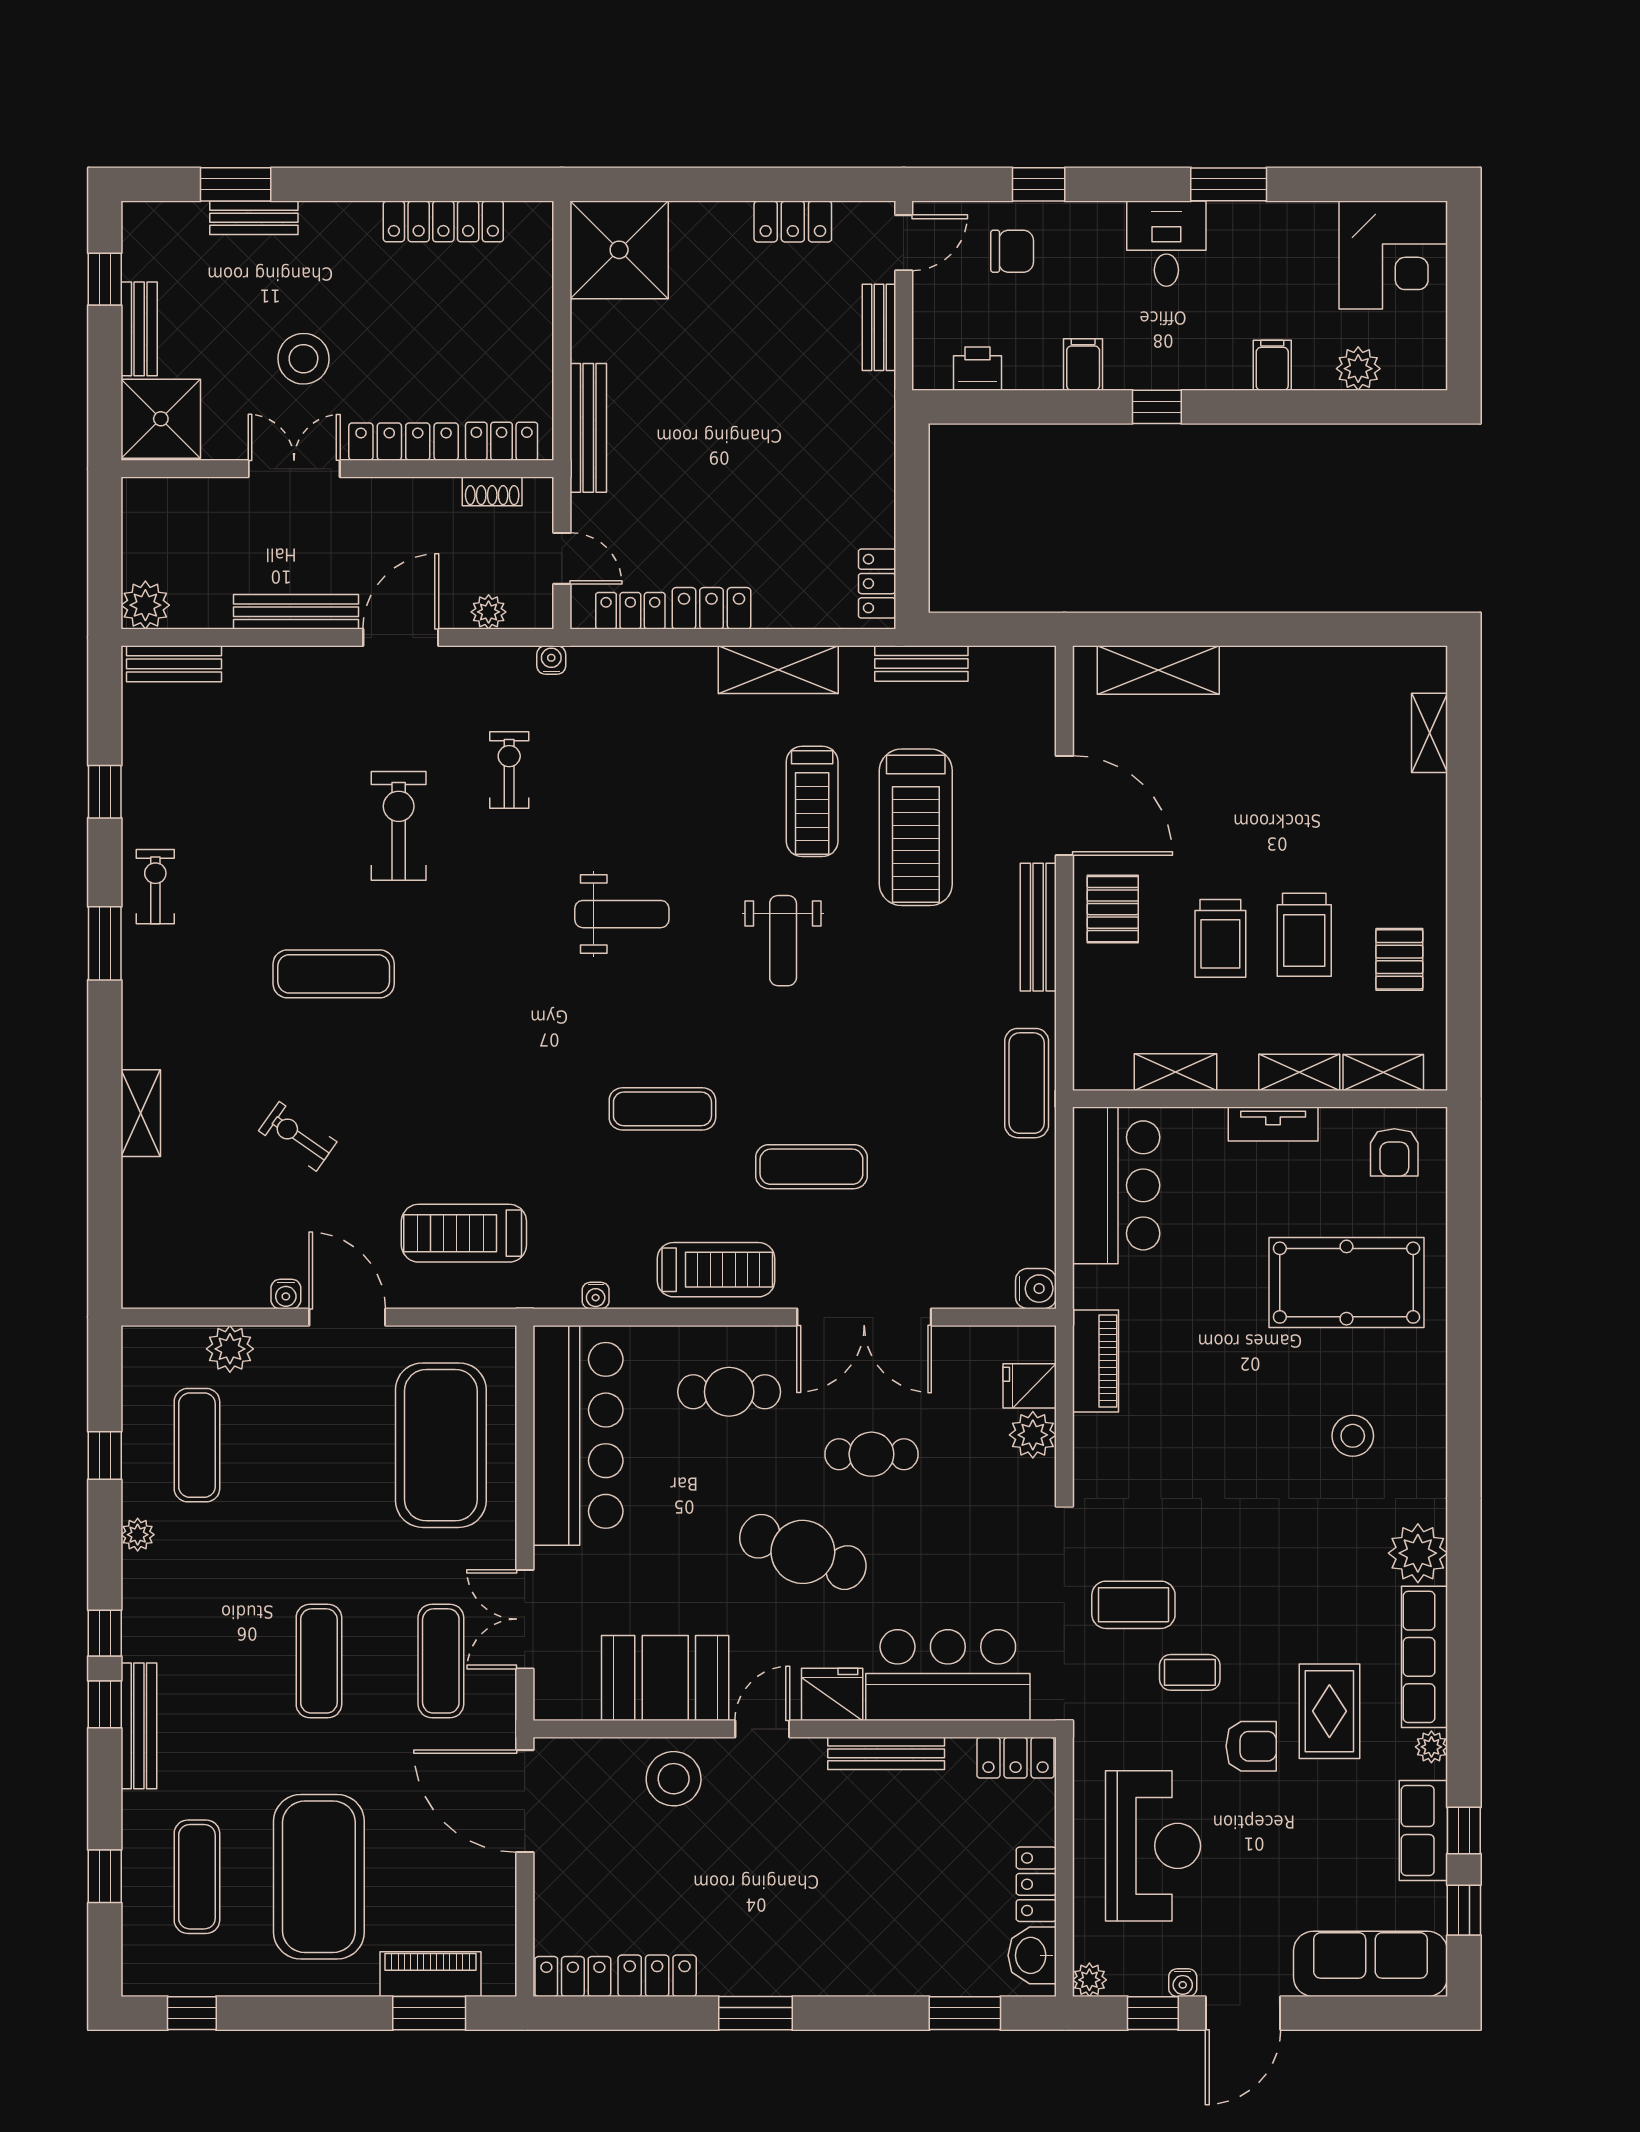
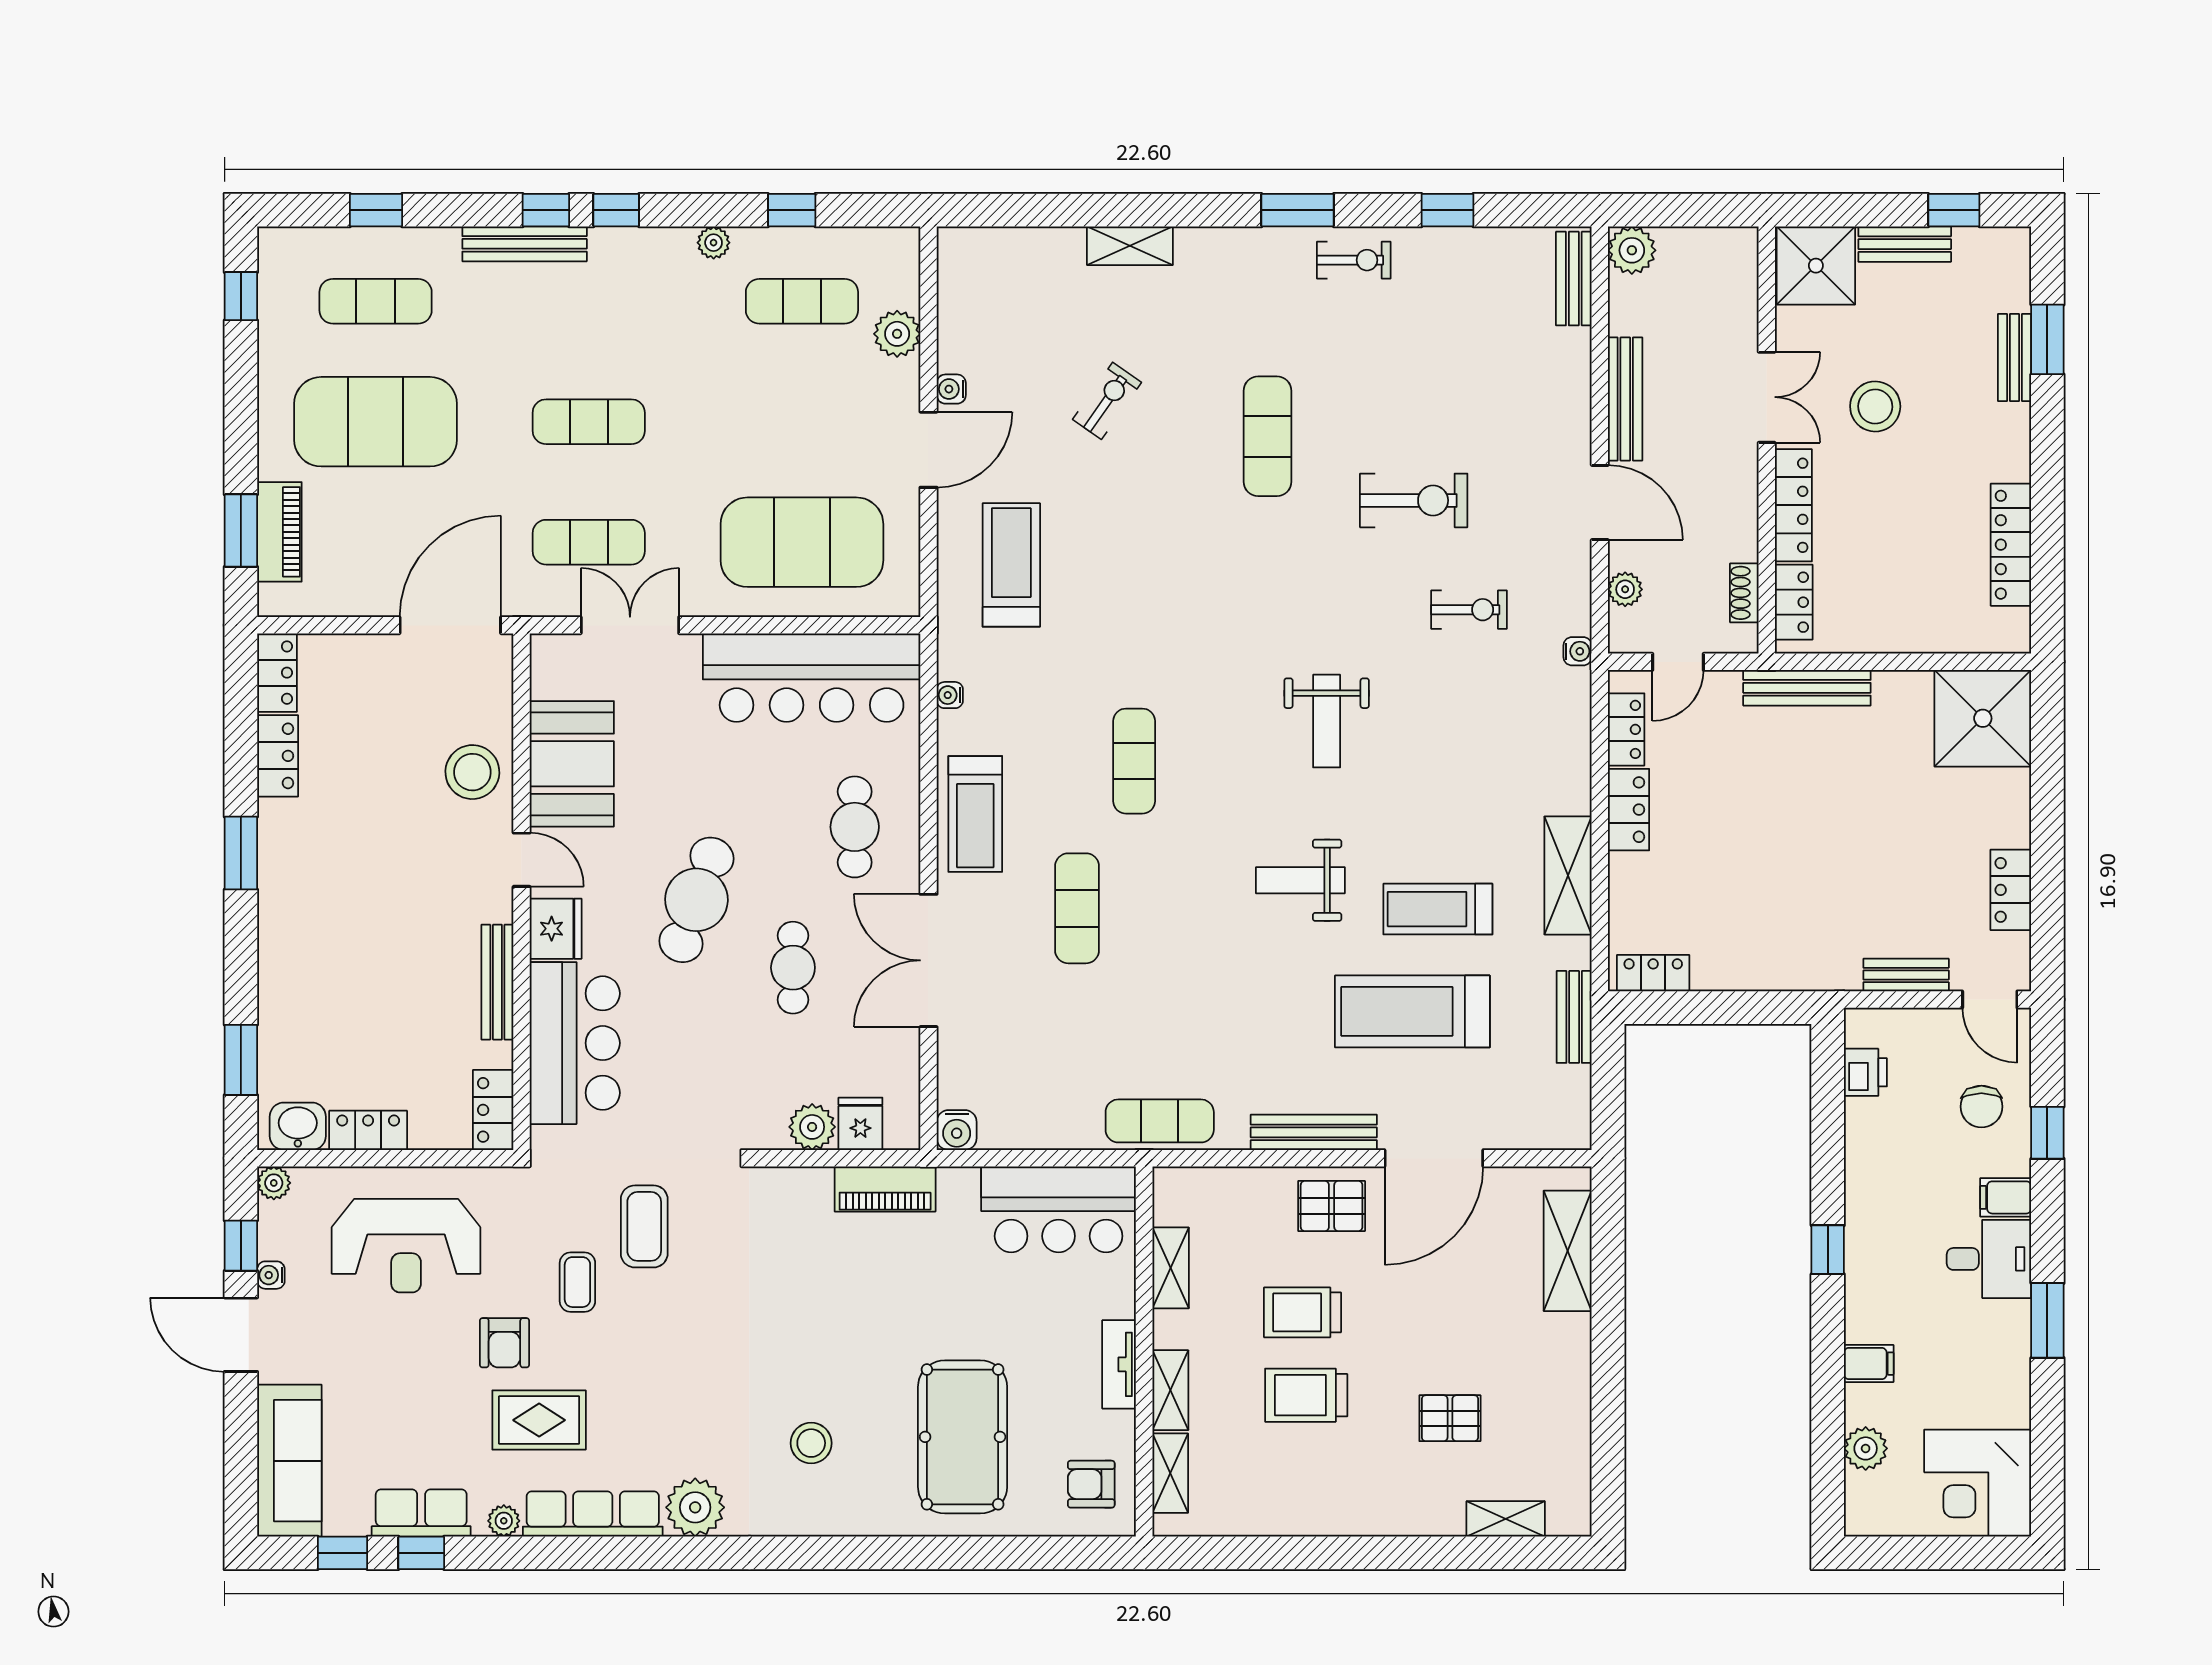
filing cabinet: (1083, 364) -> (2006, 1197), moved, turned 180
pallet: (1399, 959) -> (1450, 1418), moved

